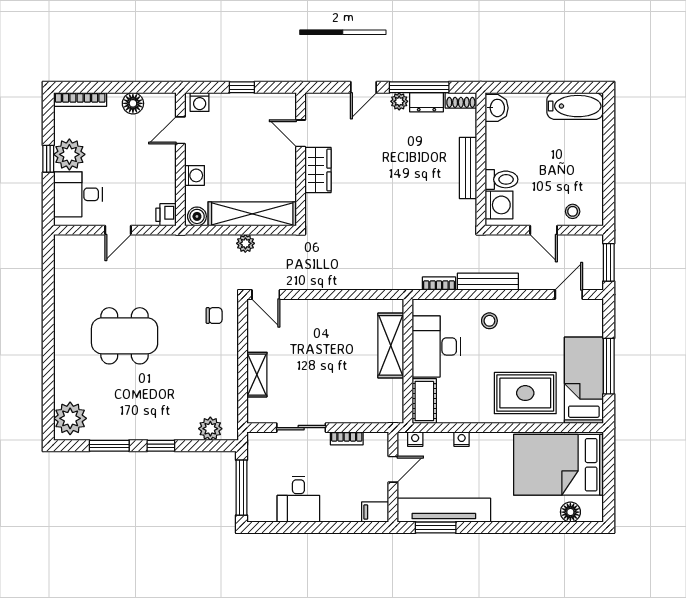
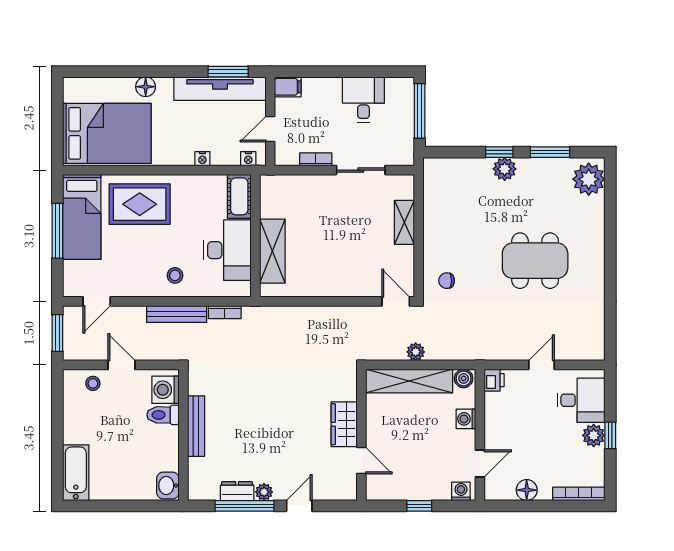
shoe rack: (461, 100) -> (203, 493), removed
bathtub: (575, 106) -> (76, 473), moved, turned 90
plant: (69, 154) -> (594, 435), width x0.73, depth x0.73
plant: (210, 429) -> (505, 169), moved
floor lamp: (570, 512) -> (146, 87), moved

